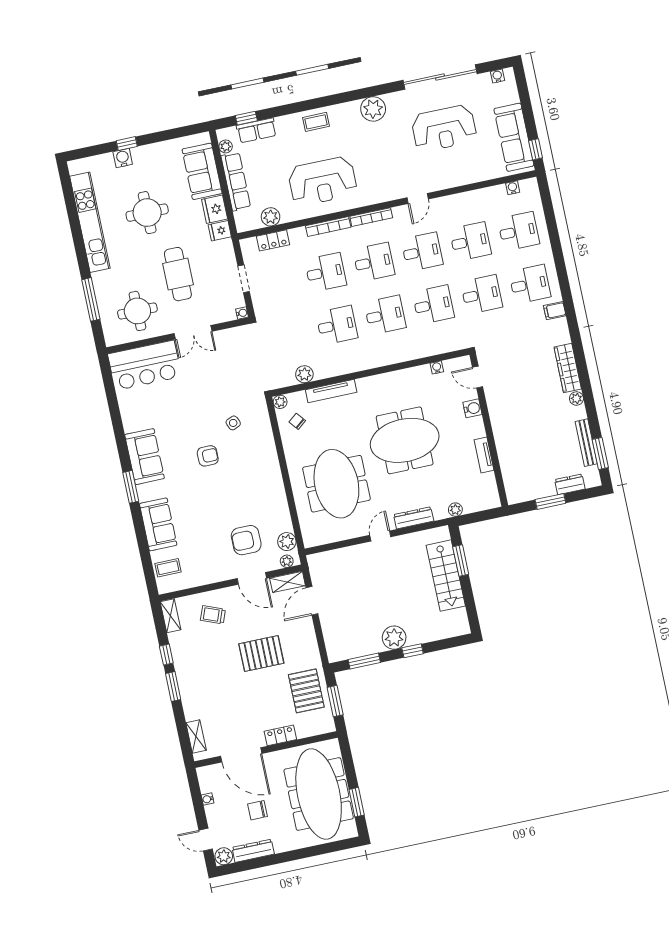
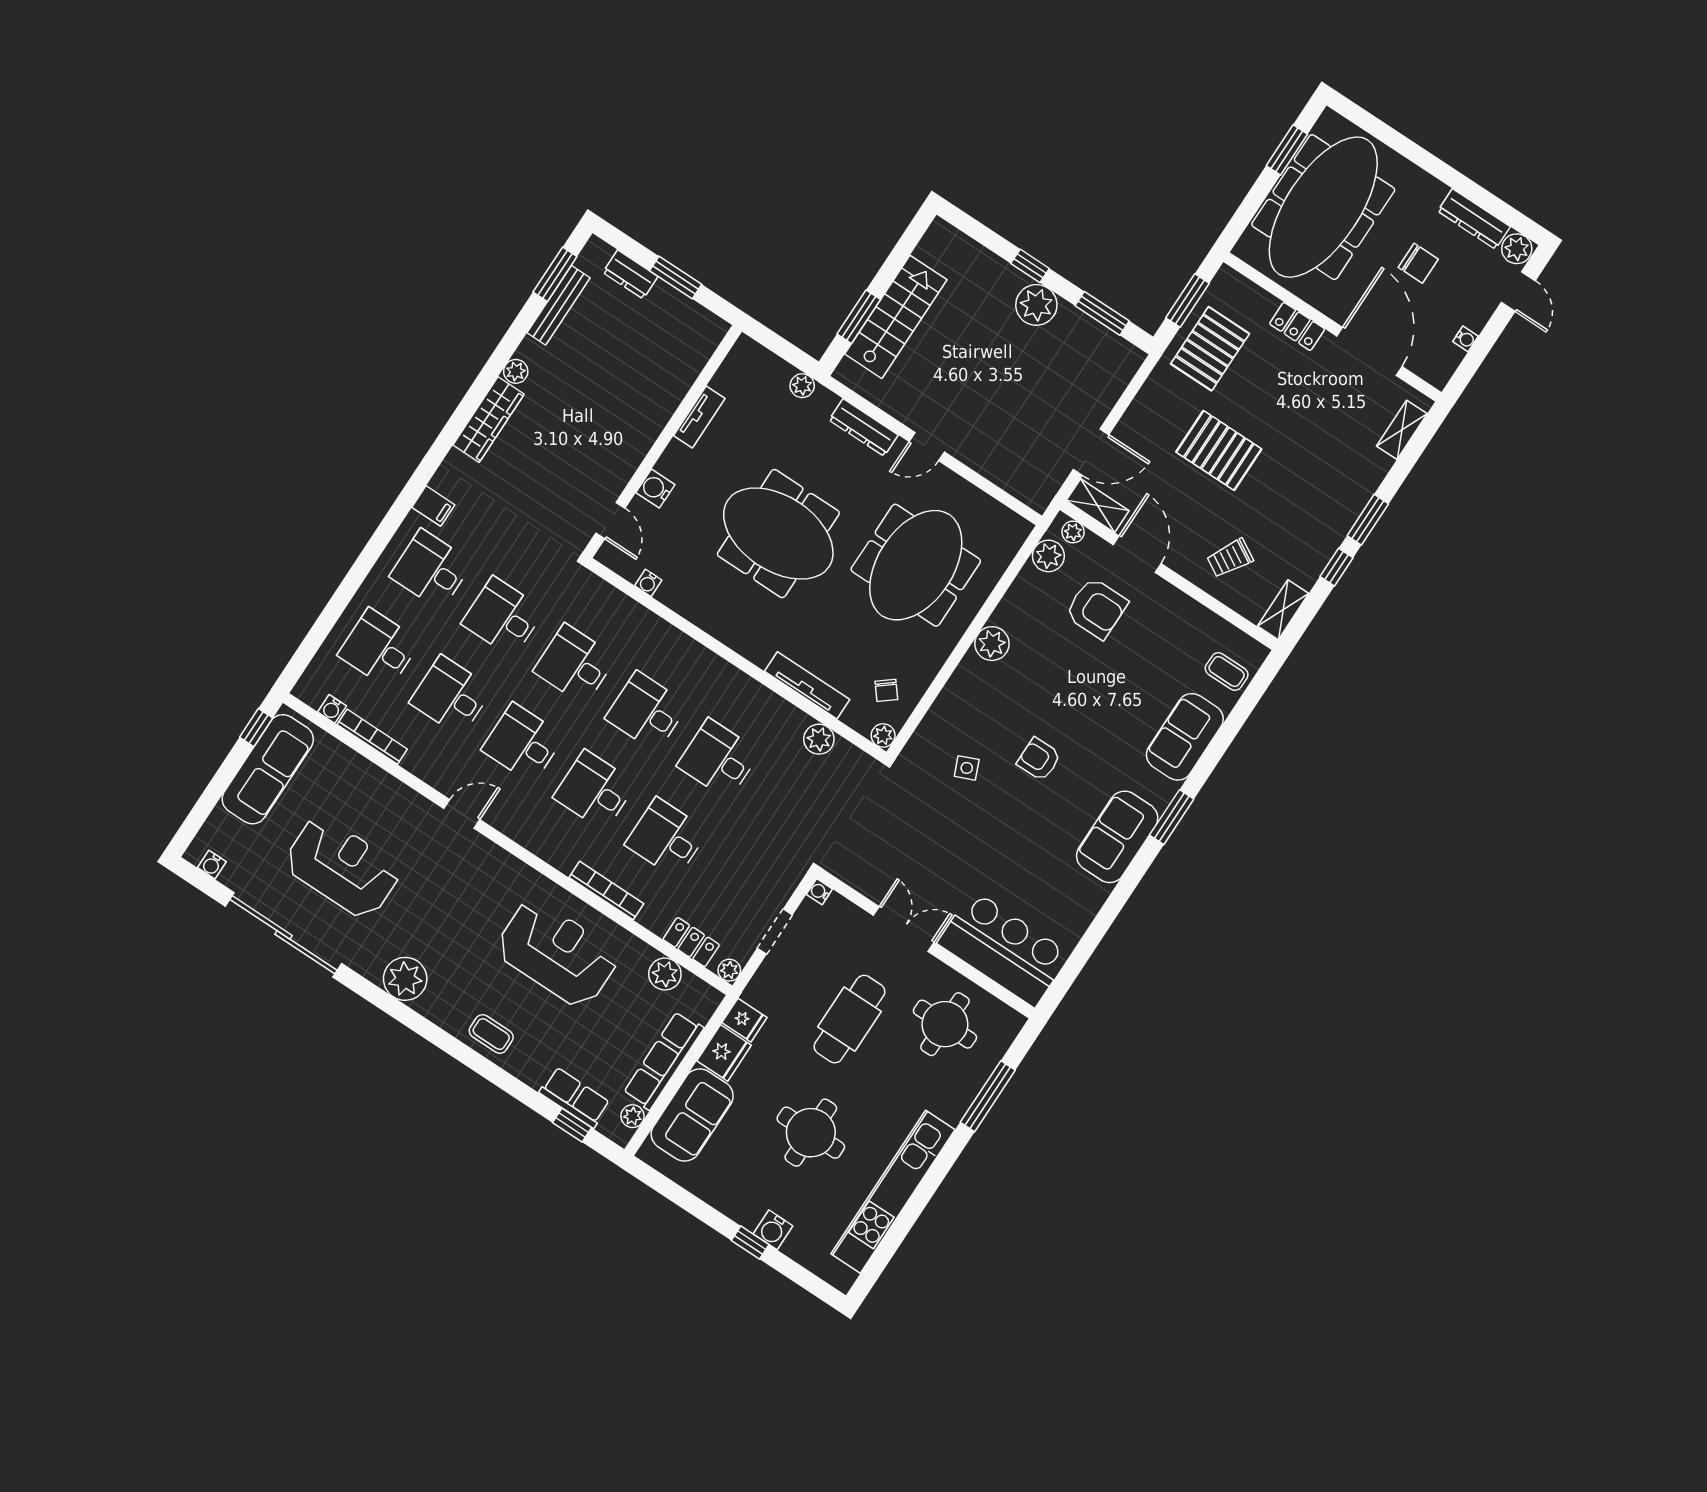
bookcase: (371, 217) -> (372, 737), moved
plant: (246, 245) -> (729, 970), added
plant: (274, 483) -> (992, 644), added
trolley: (213, 615) -> (1230, 558), turned 99

